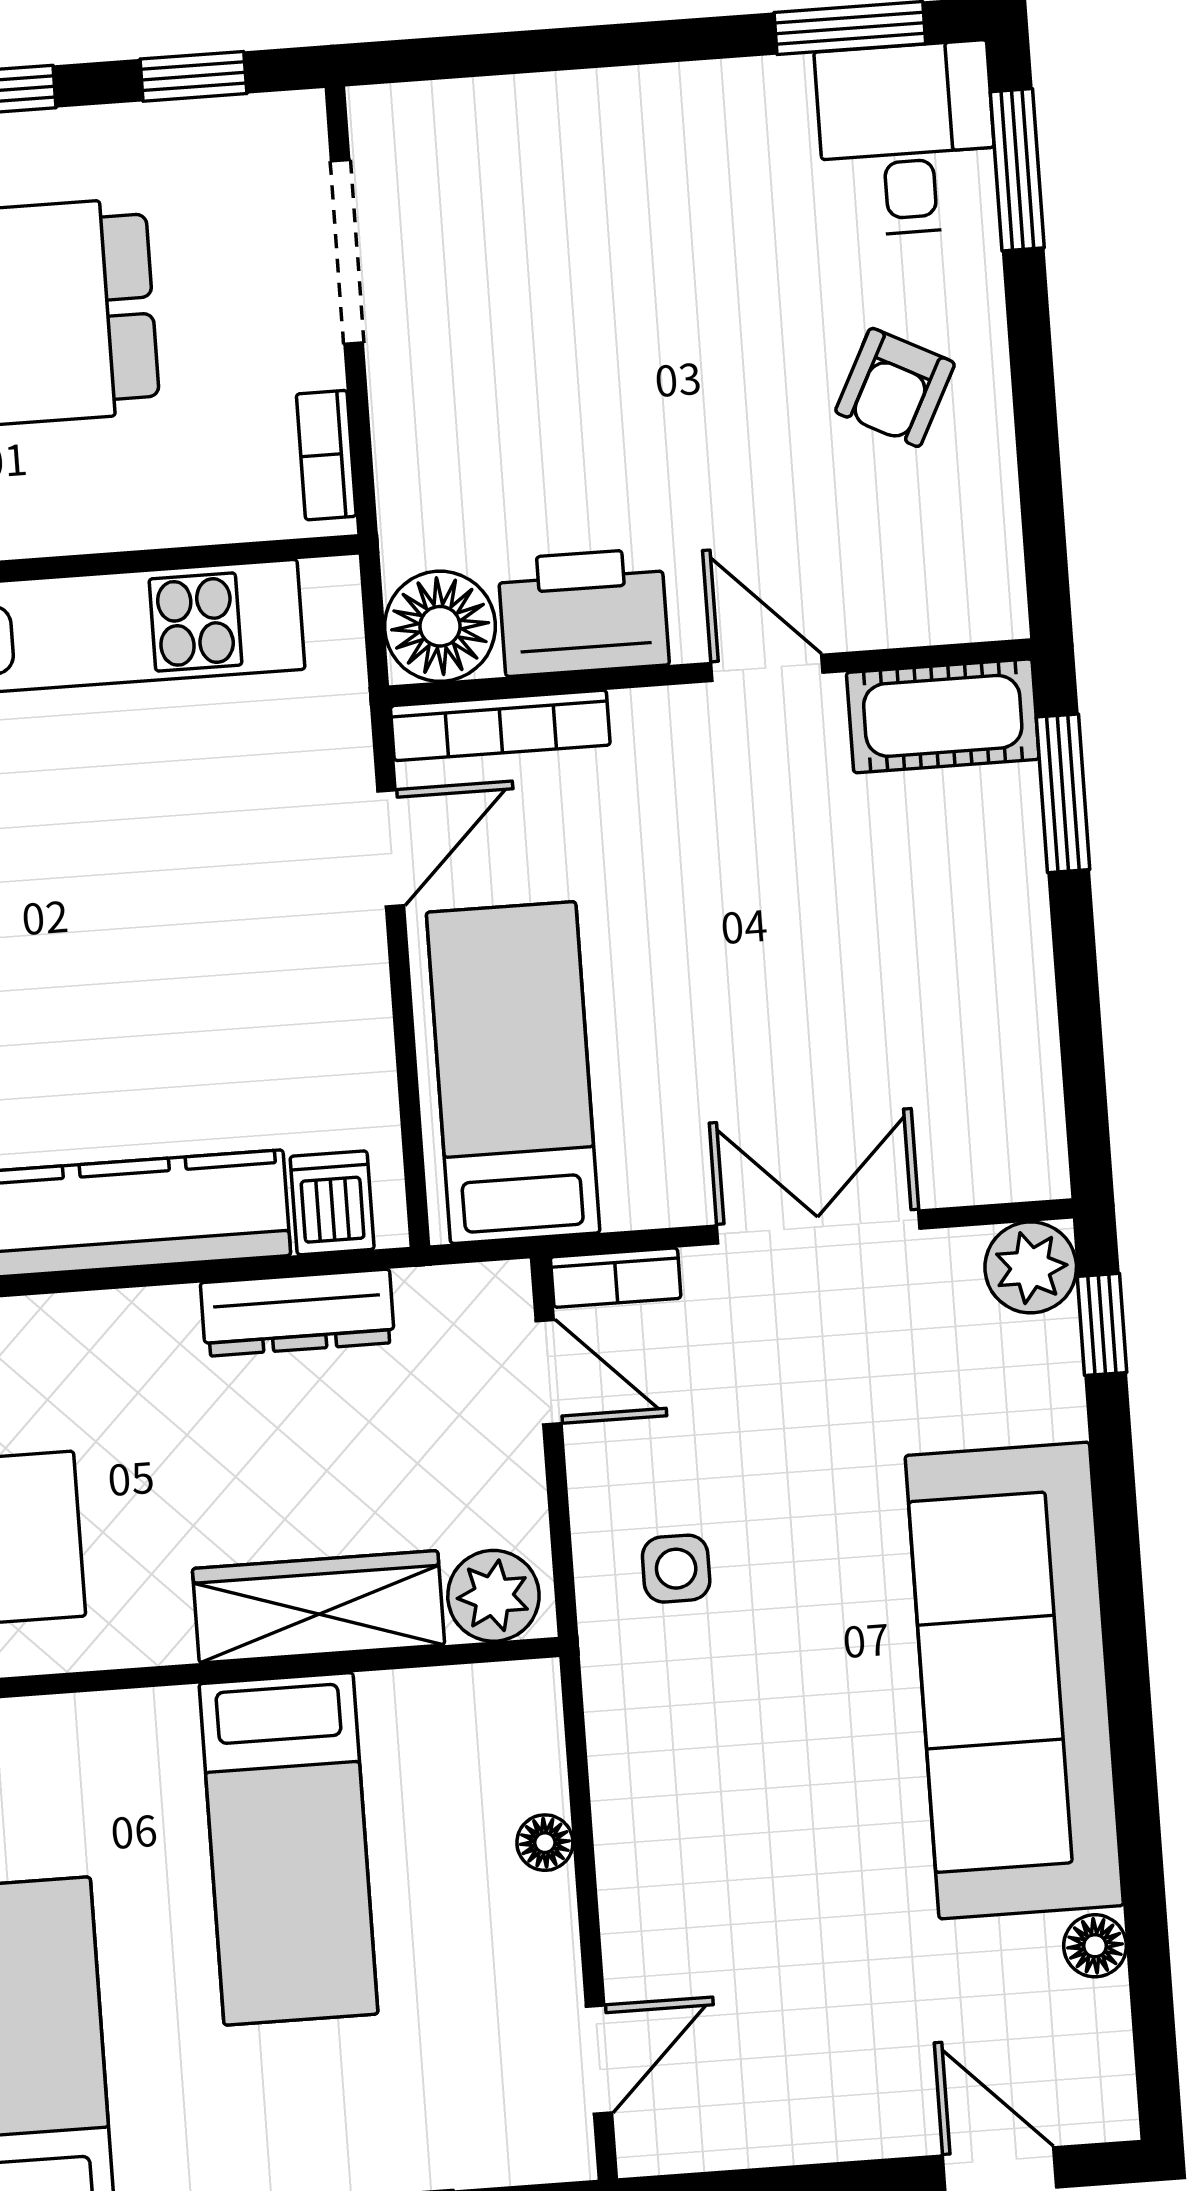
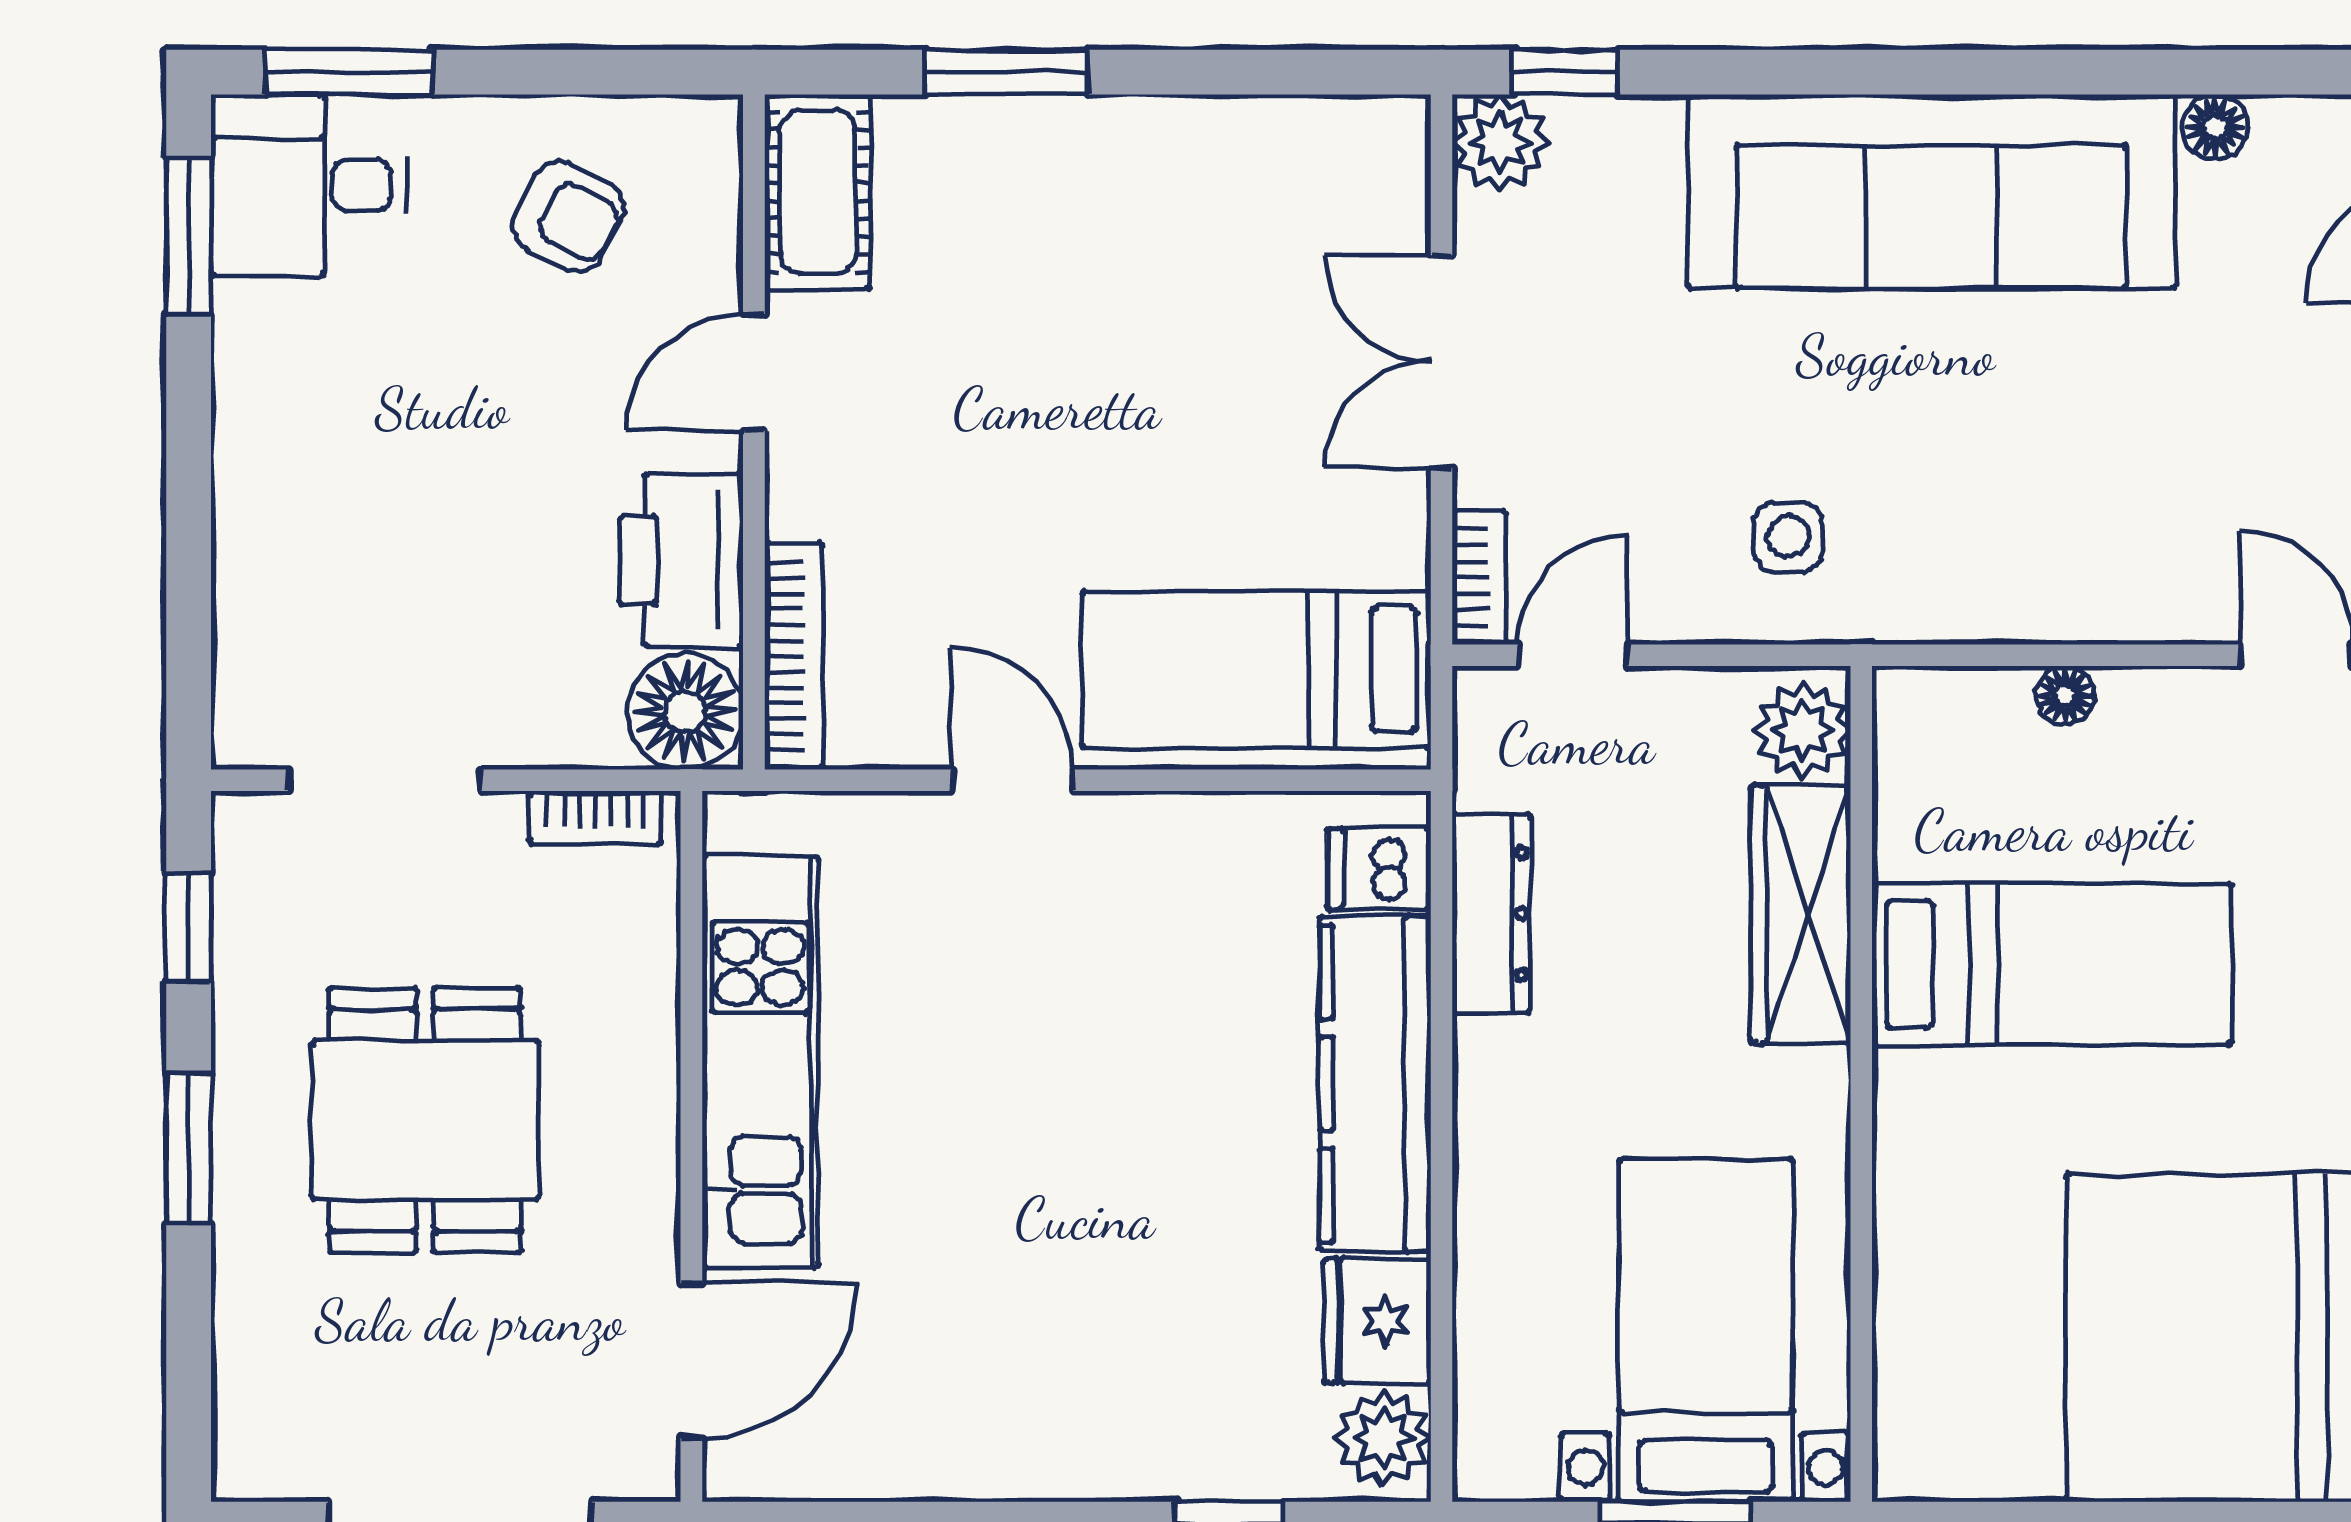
printer: (583, 612) -> (681, 560), moved
floor lamp: (440, 626) -> (685, 712), moved
door: (767, 668) -> (754, 372), moved
wall: (710, 672) -> (754, 432), moved
cot: (943, 716) -> (818, 192), moved
bookcase: (500, 725) -> (794, 656), moved

